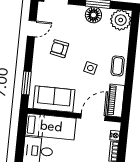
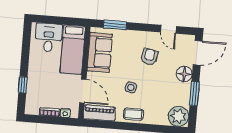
floor lamp: (93, 15) -> (184, 74), moved

